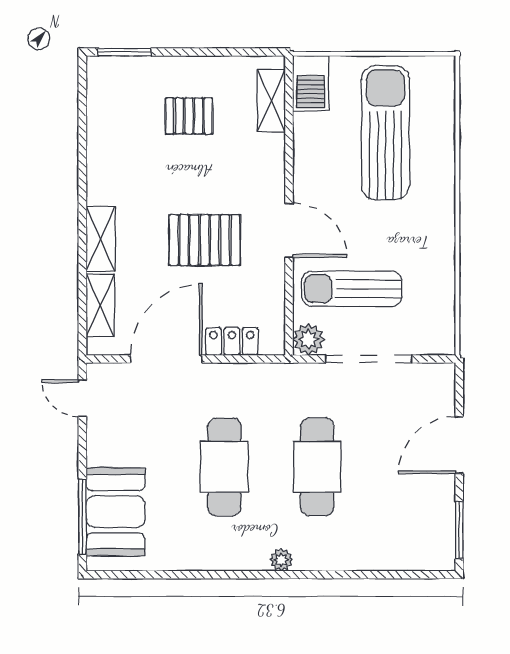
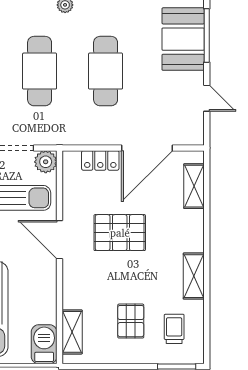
trolley: (128, 105) -> (174, 329), added
pallet: (189, 116) -> (131, 321), turned 90
shelving: (101, 239) -> (194, 276), moved
door: (82, 398) -> (207, 98), moved

